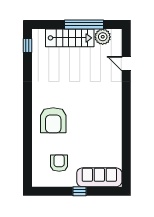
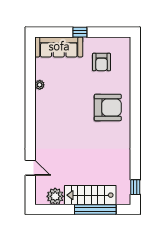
window: (84, 24) -> (95, 209), moved
armchair: (53, 120) -> (108, 107), turned 90
plant: (117, 142) -> (40, 85), added

